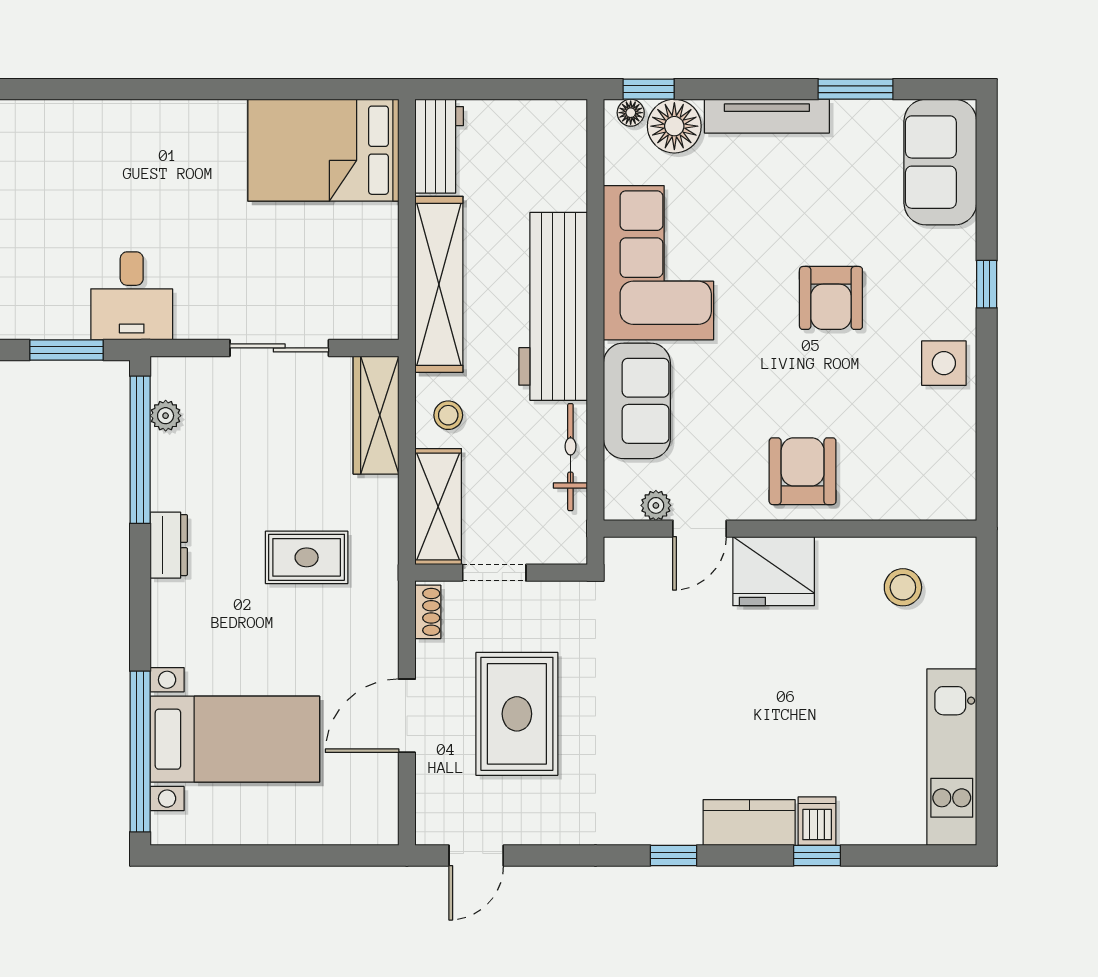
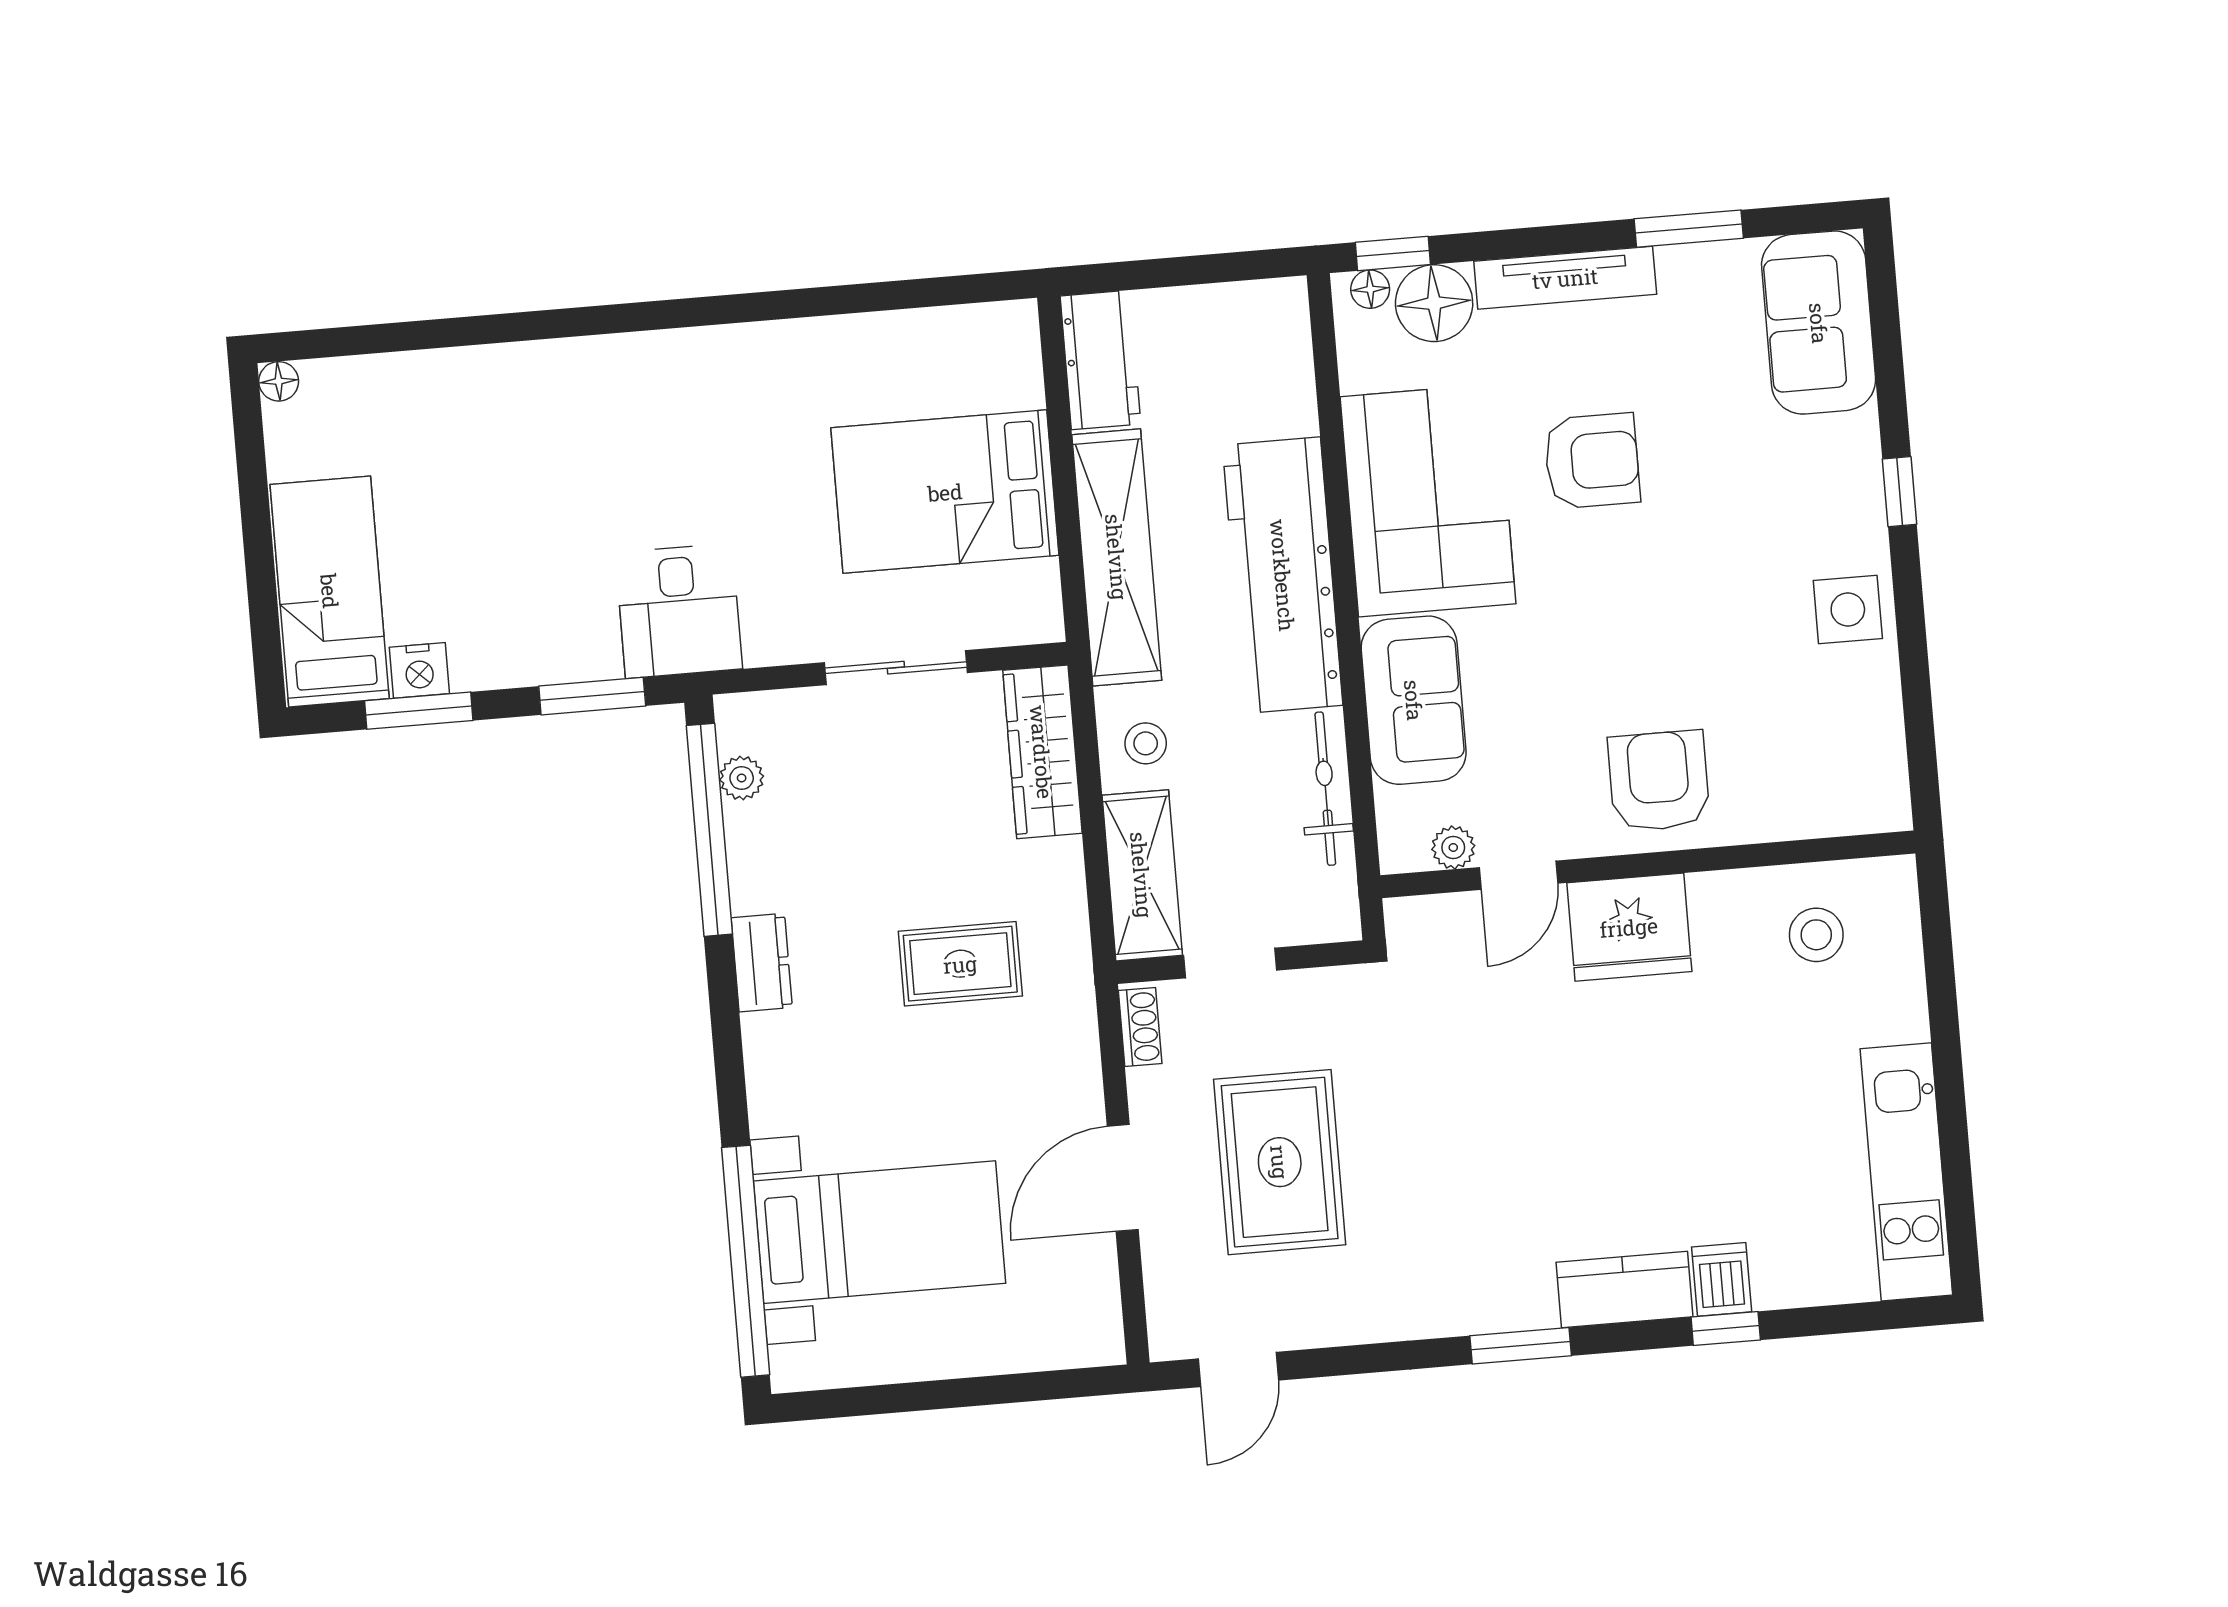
bed: (323, 150) -> (945, 492), moved
armchair: (831, 298) -> (1592, 461), moved, turned -90
window: (674, 856) -> (1521, 1346), width x1.50

